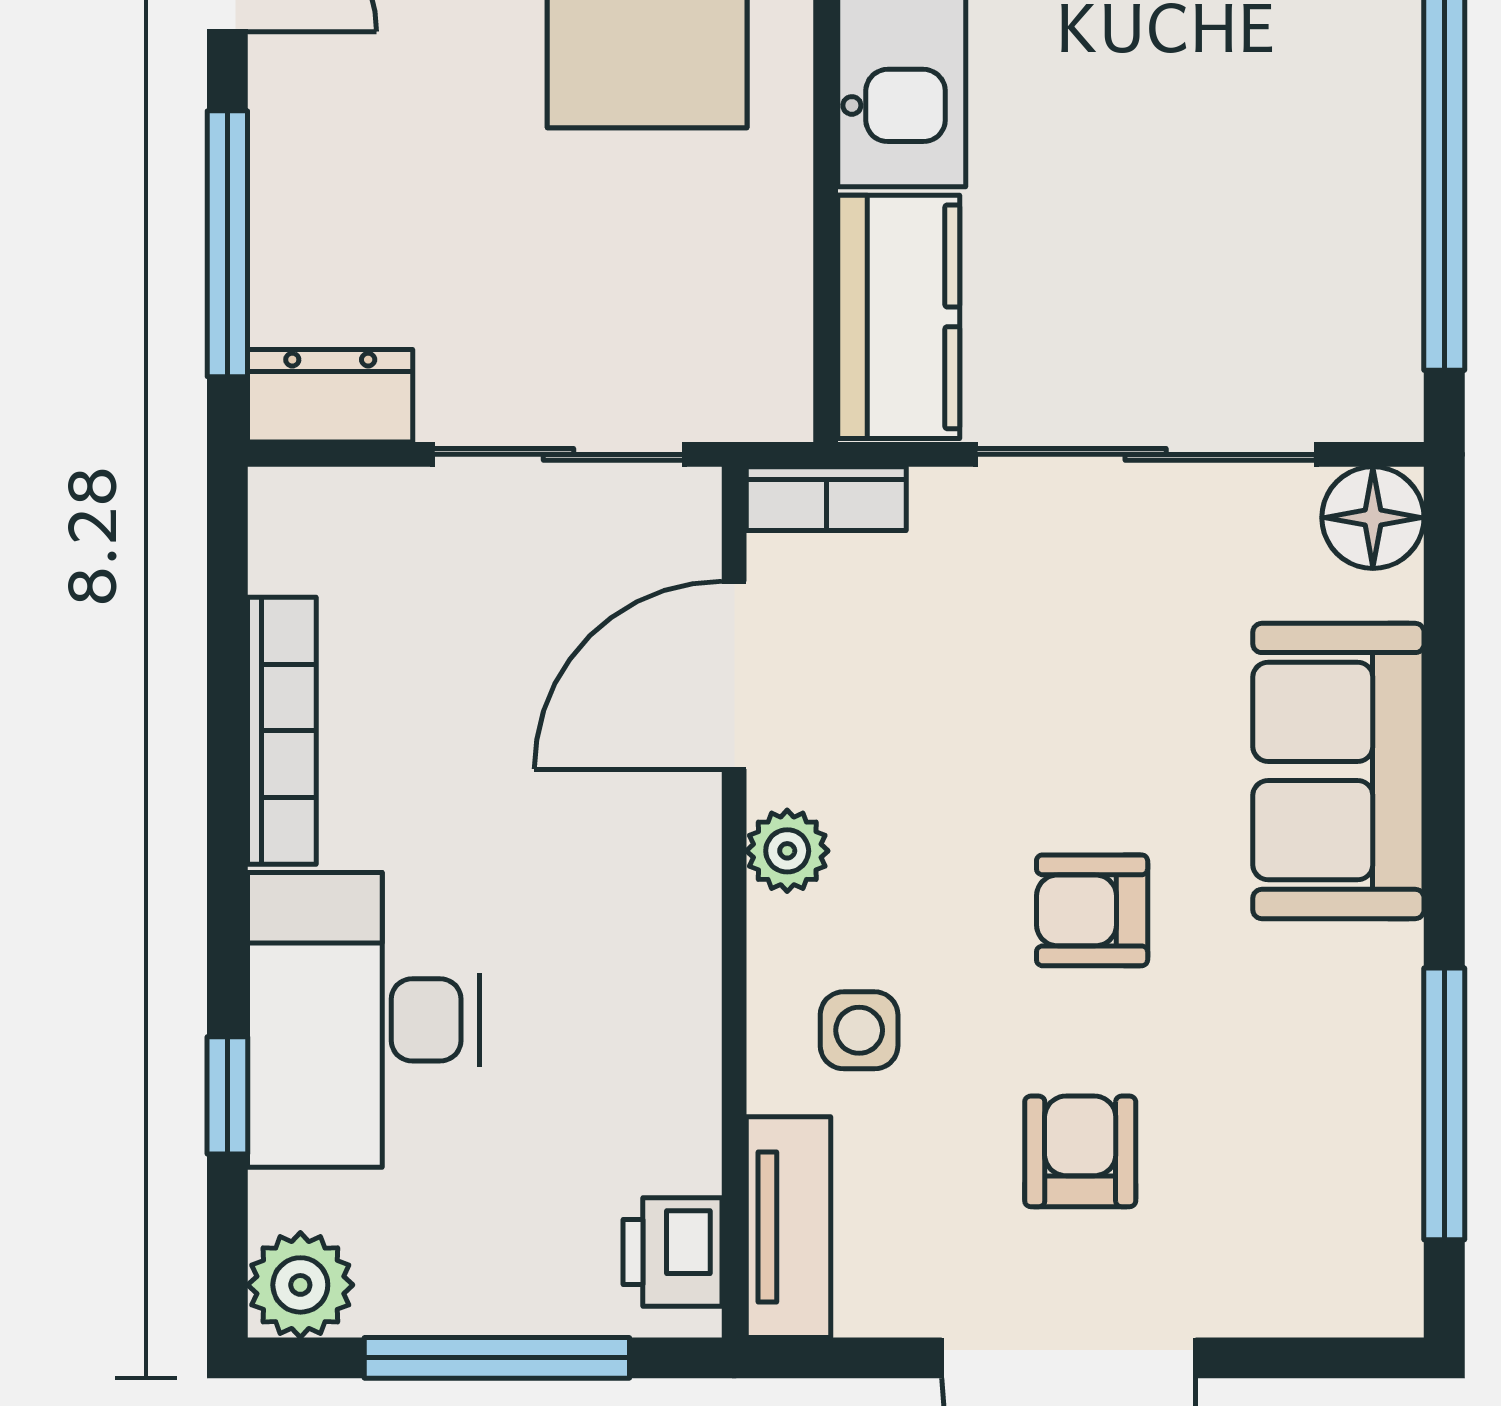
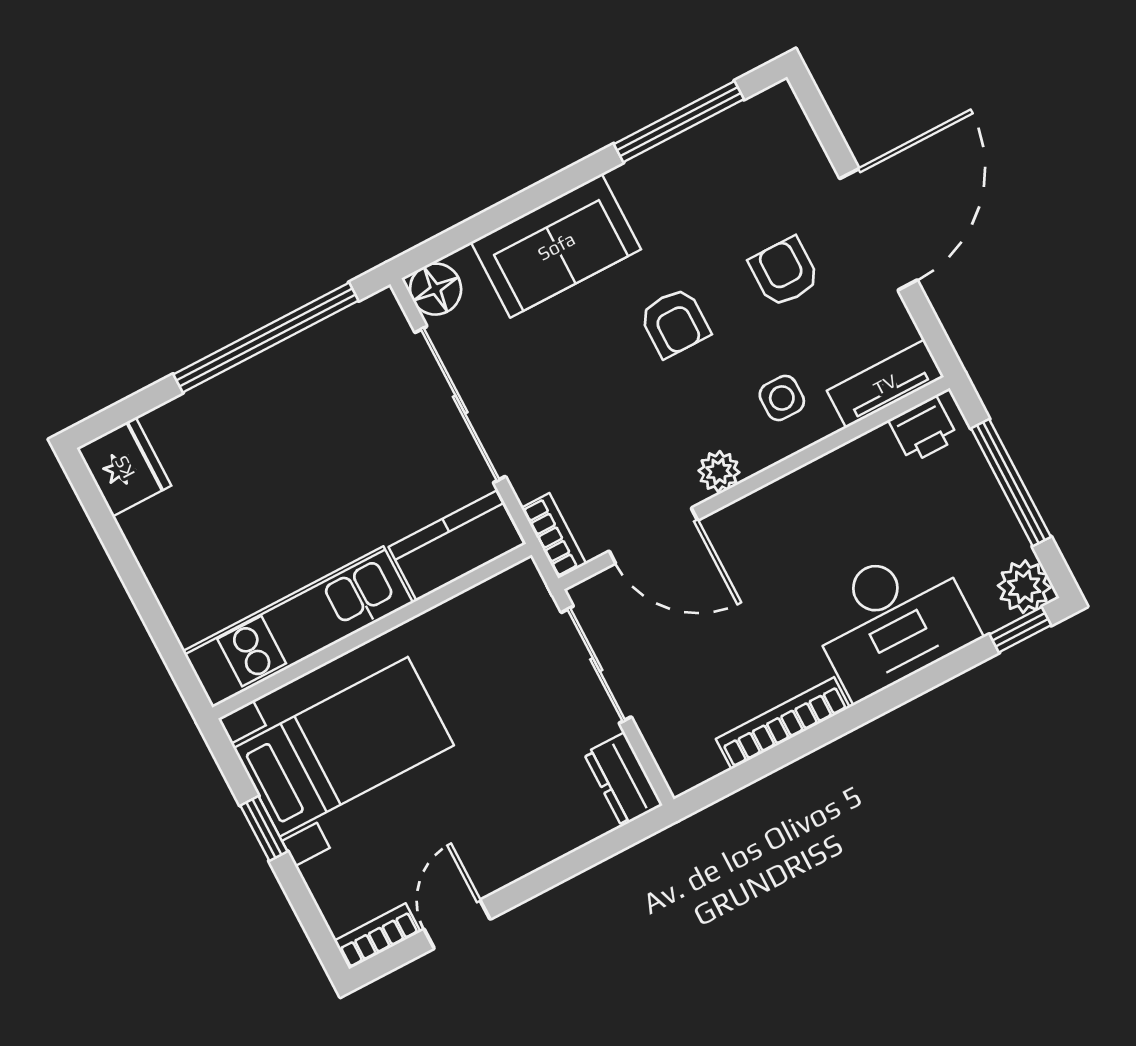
window: (227, 244) -> (580, 860), removed
window: (227, 1095) -> (1020, 630), moved
armchair: (1080, 1151) -> (784, 272), turned 90

